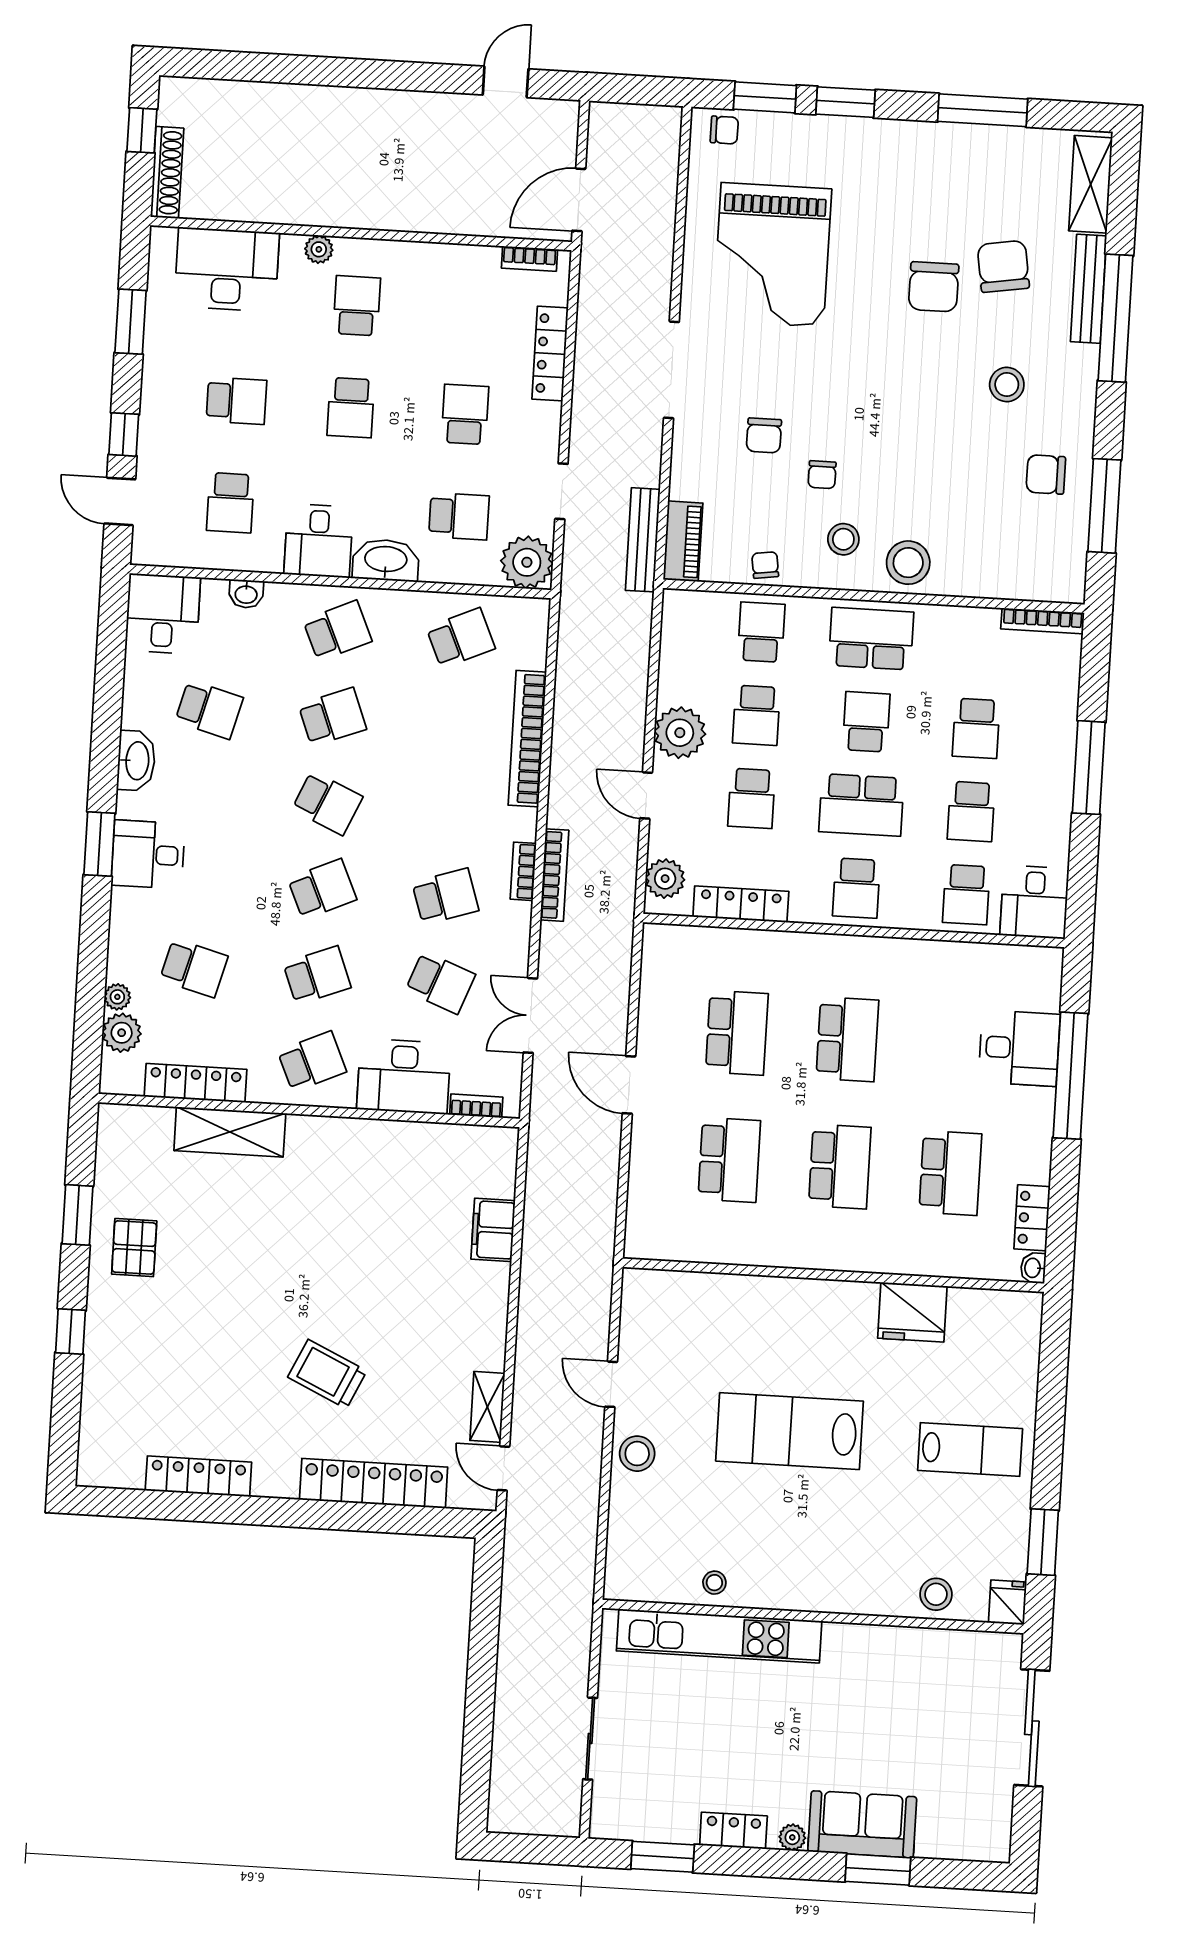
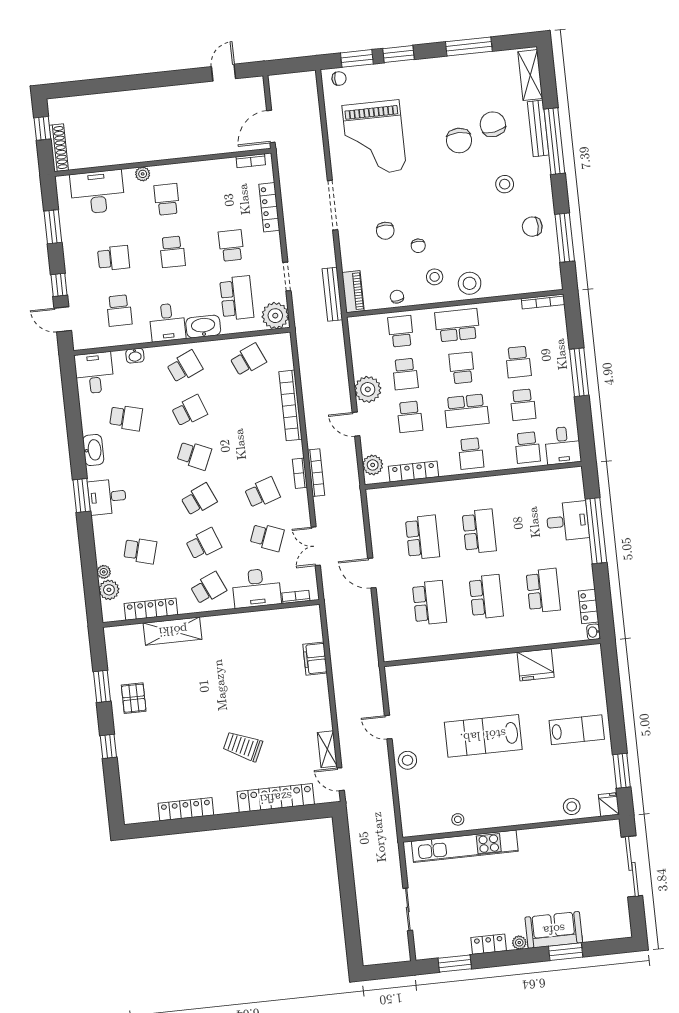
school desk: (459, 516) -> (237, 298), width x1.85

